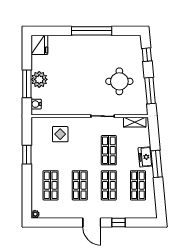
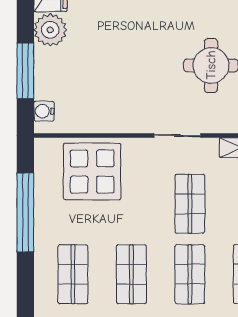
plant: (39, 79) -> (50, 30), moved
display table: (60, 134) -> (92, 171), width x1.86, depth x1.86
window: (27, 155) -> (25, 212), width x2.11

